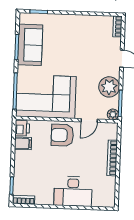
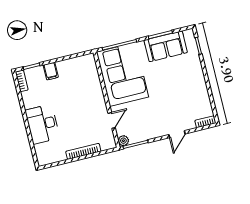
plant: (109, 87) -> (148, 130), removed
door: (89, 120) -> (112, 120), swing flipped
printer: (22, 128) -> (87, 61), removed
armchair: (62, 135) -> (91, 100), removed
filing cabinet: (23, 143) -> (51, 71), moved

